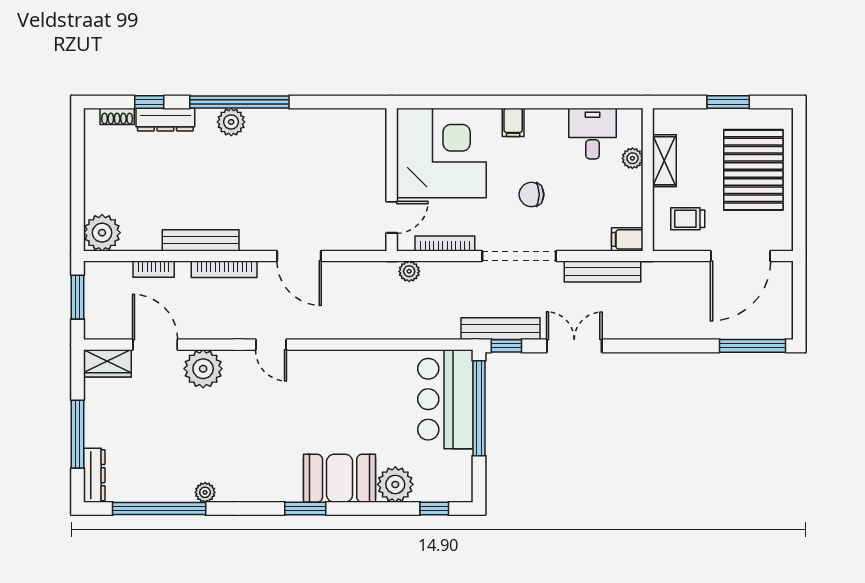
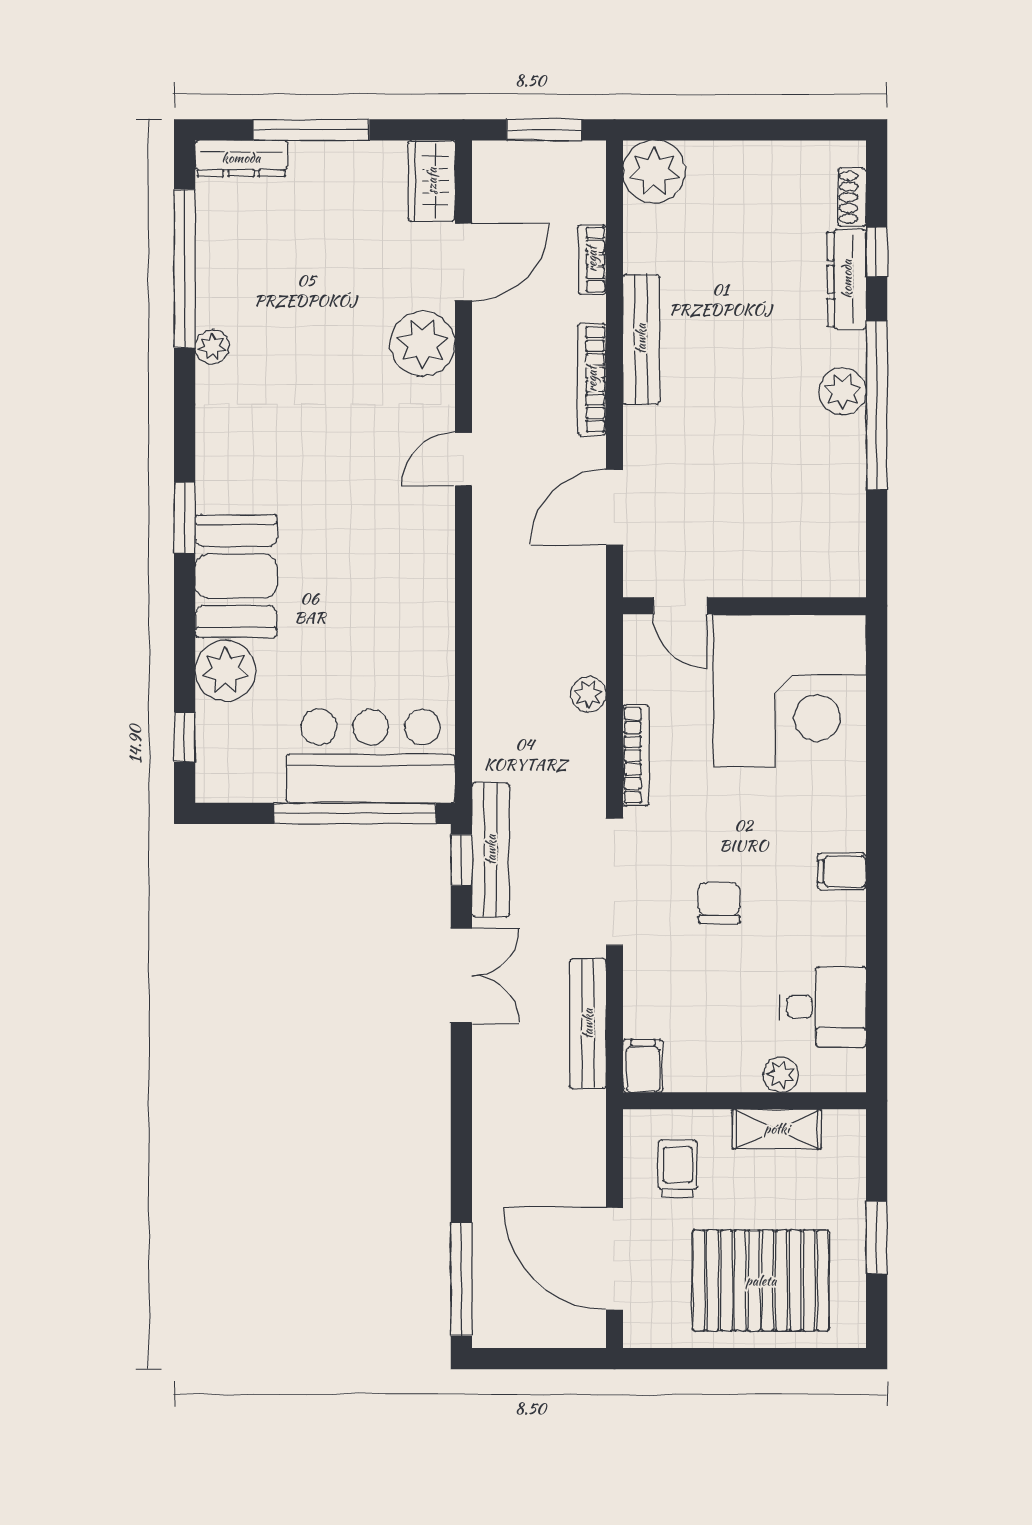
corner desk: (441, 153) -> (790, 691), moved
wall: (392, 180) -> (744, 606), moved
door: (392, 217) -> (680, 606), moved

